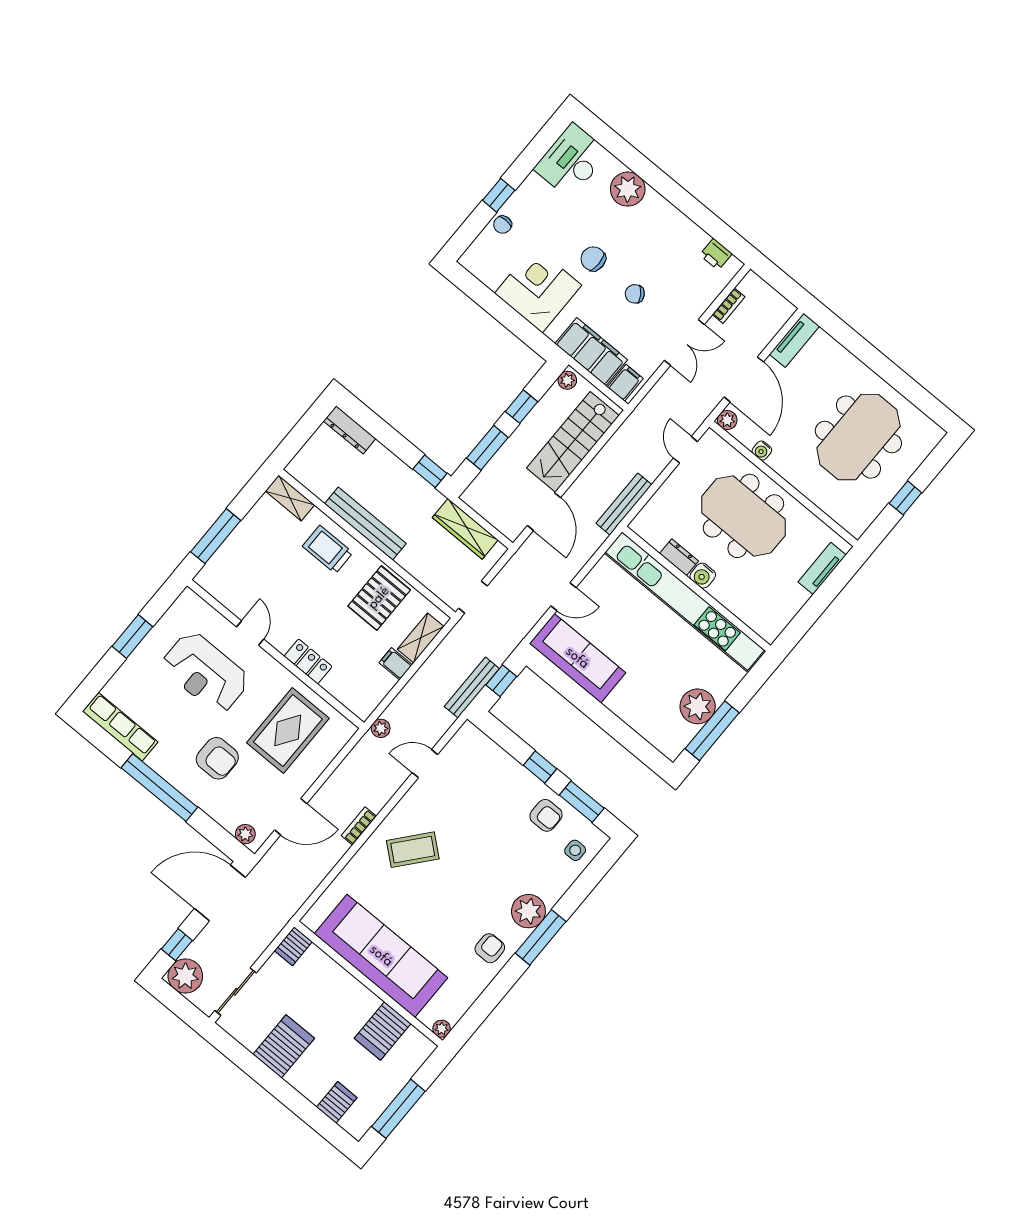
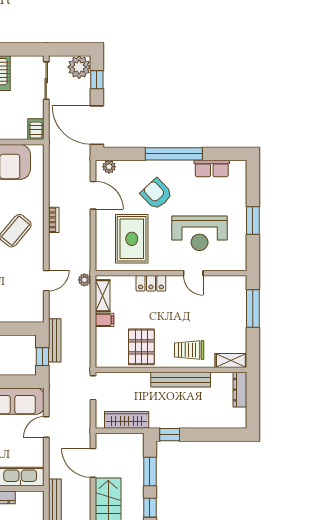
dresser: (350, 430) -> (240, 390), moved, turned -90
trolley: (328, 549) -> (189, 350), turned 180
shelving: (421, 638) -> (103, 296), moved
reception desk: (205, 673) -> (200, 233), turned 180
row of seats: (120, 727) -> (212, 168), width x0.68
armchair: (217, 758) -> (156, 194), turned 47
door: (291, 817) -> (93, 195), swing flipped
door: (220, 893) -> (97, 125), swing flipped

